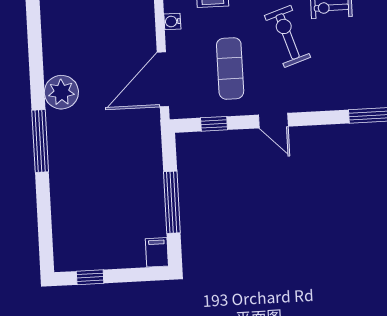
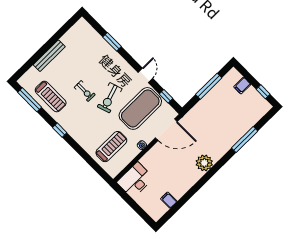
exercise mat: (230, 68) -> (140, 108), width x2.00, depth x1.45
window: (40, 141) -> (245, 139), moved
filing cabinet: (157, 252) -> (242, 86), moved

